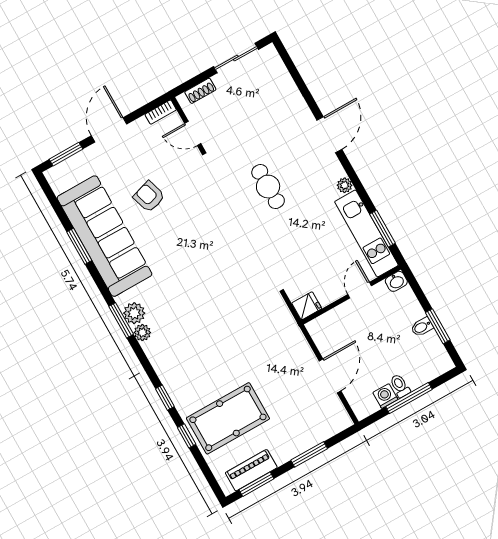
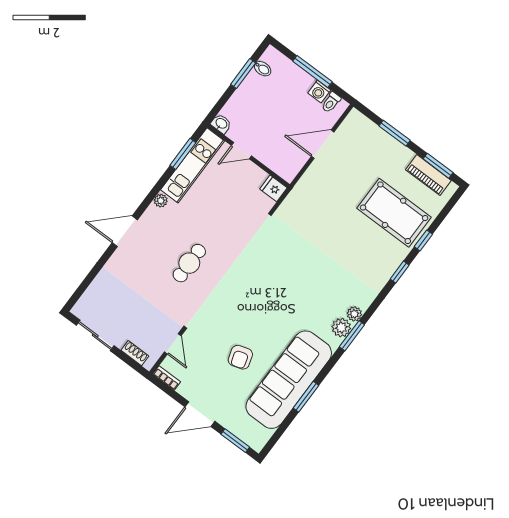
bidet: (422, 327) -> (263, 69), moved
toilet: (400, 386) -> (331, 102), moved

